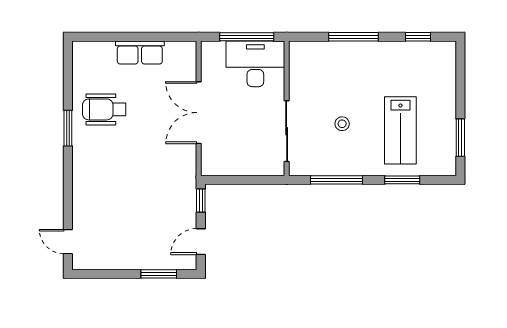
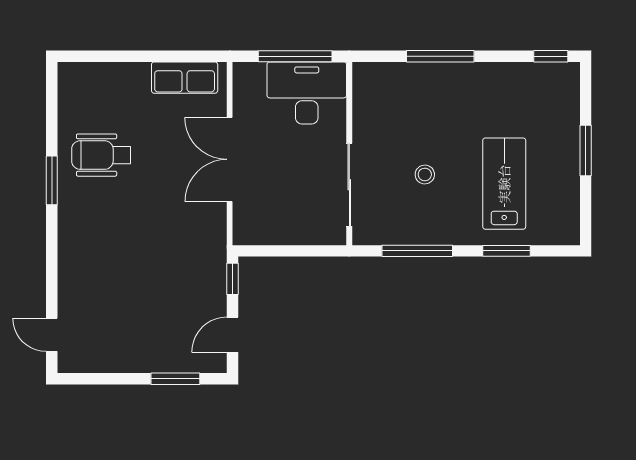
window: (418, 37) -> (551, 56), moved
row of seats: (140, 52) -> (185, 78), moved
lab bench: (400, 130) -> (504, 184), turned 180
window: (460, 138) -> (586, 150), moved

